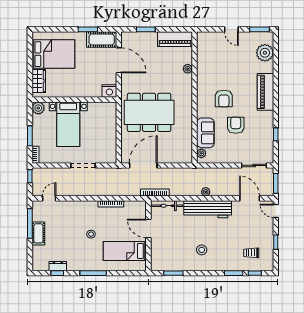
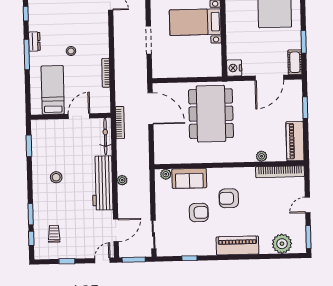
cot: (102, 40) -> (295, 62), width x0.73, depth x0.75
bookcase: (202, 53) -> (280, 172), added
dresser: (58, 266) -> (34, 41), moved

